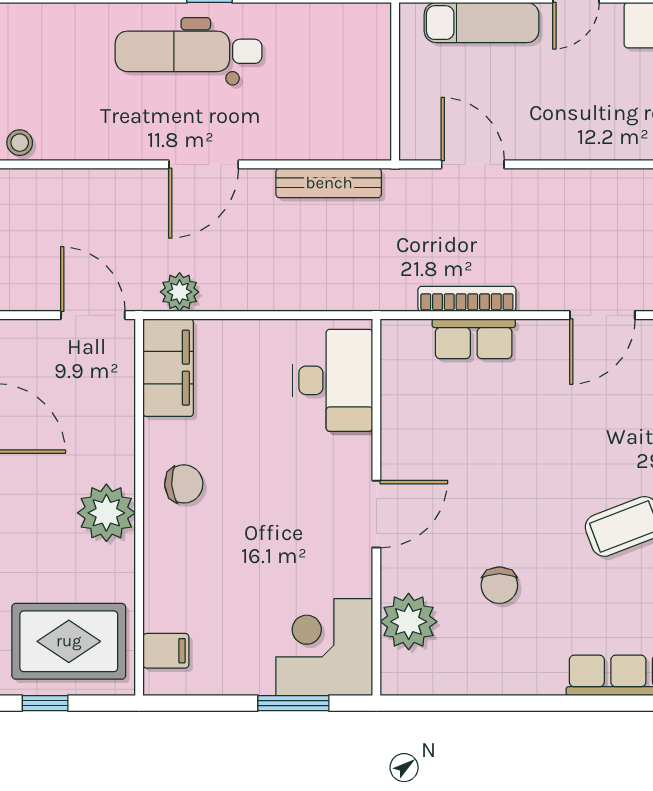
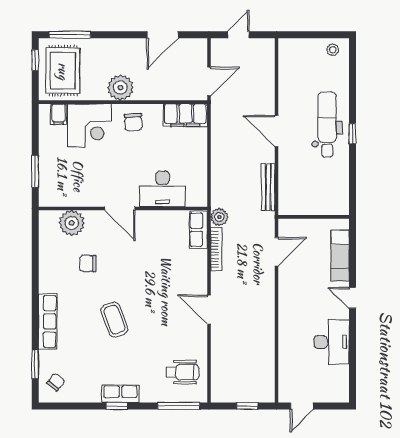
stool: (20, 143) -> (333, 50), moved
plant: (180, 292) -> (219, 217), moved
row of seats: (474, 339) -> (198, 230), moved
desk: (332, 380) -> (162, 189), moved
corner desk: (324, 647) -> (89, 126), moved, turned 90

